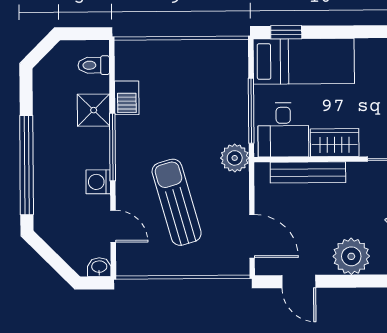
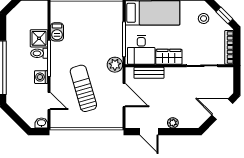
toilet: (94, 65) -> (39, 53), moved
bench: (308, 172) -> (149, 73), width x0.73
door: (252, 236) -> (124, 95), moved
plant: (351, 256) -> (173, 123), width x0.53, depth x0.53

